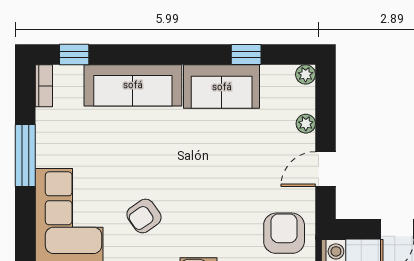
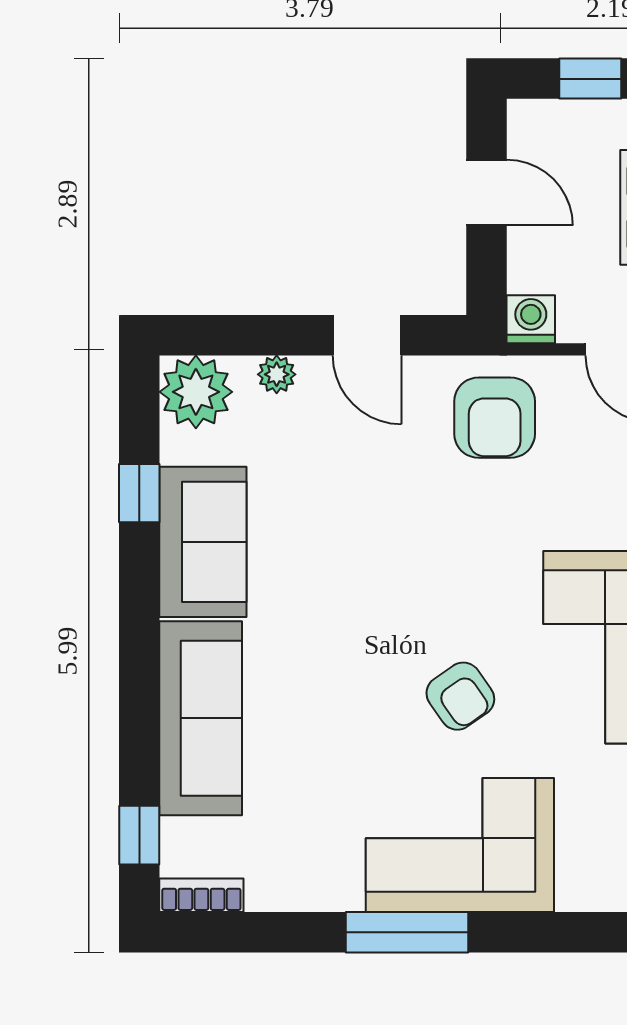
plant: (306, 74) -> (196, 392), width x1.88, depth x1.88
window: (25, 156) -> (407, 932), moved
armchair: (284, 233) -> (495, 418), turned -90

